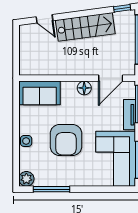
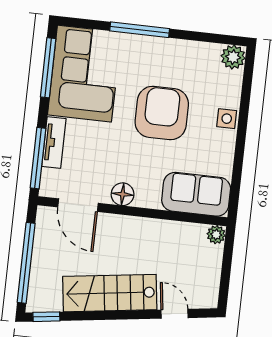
plant: (25, 70) -> (216, 235), added
door: (111, 78) -> (78, 205), swing flipped
window: (52, 189) -> (140, 30), moved

